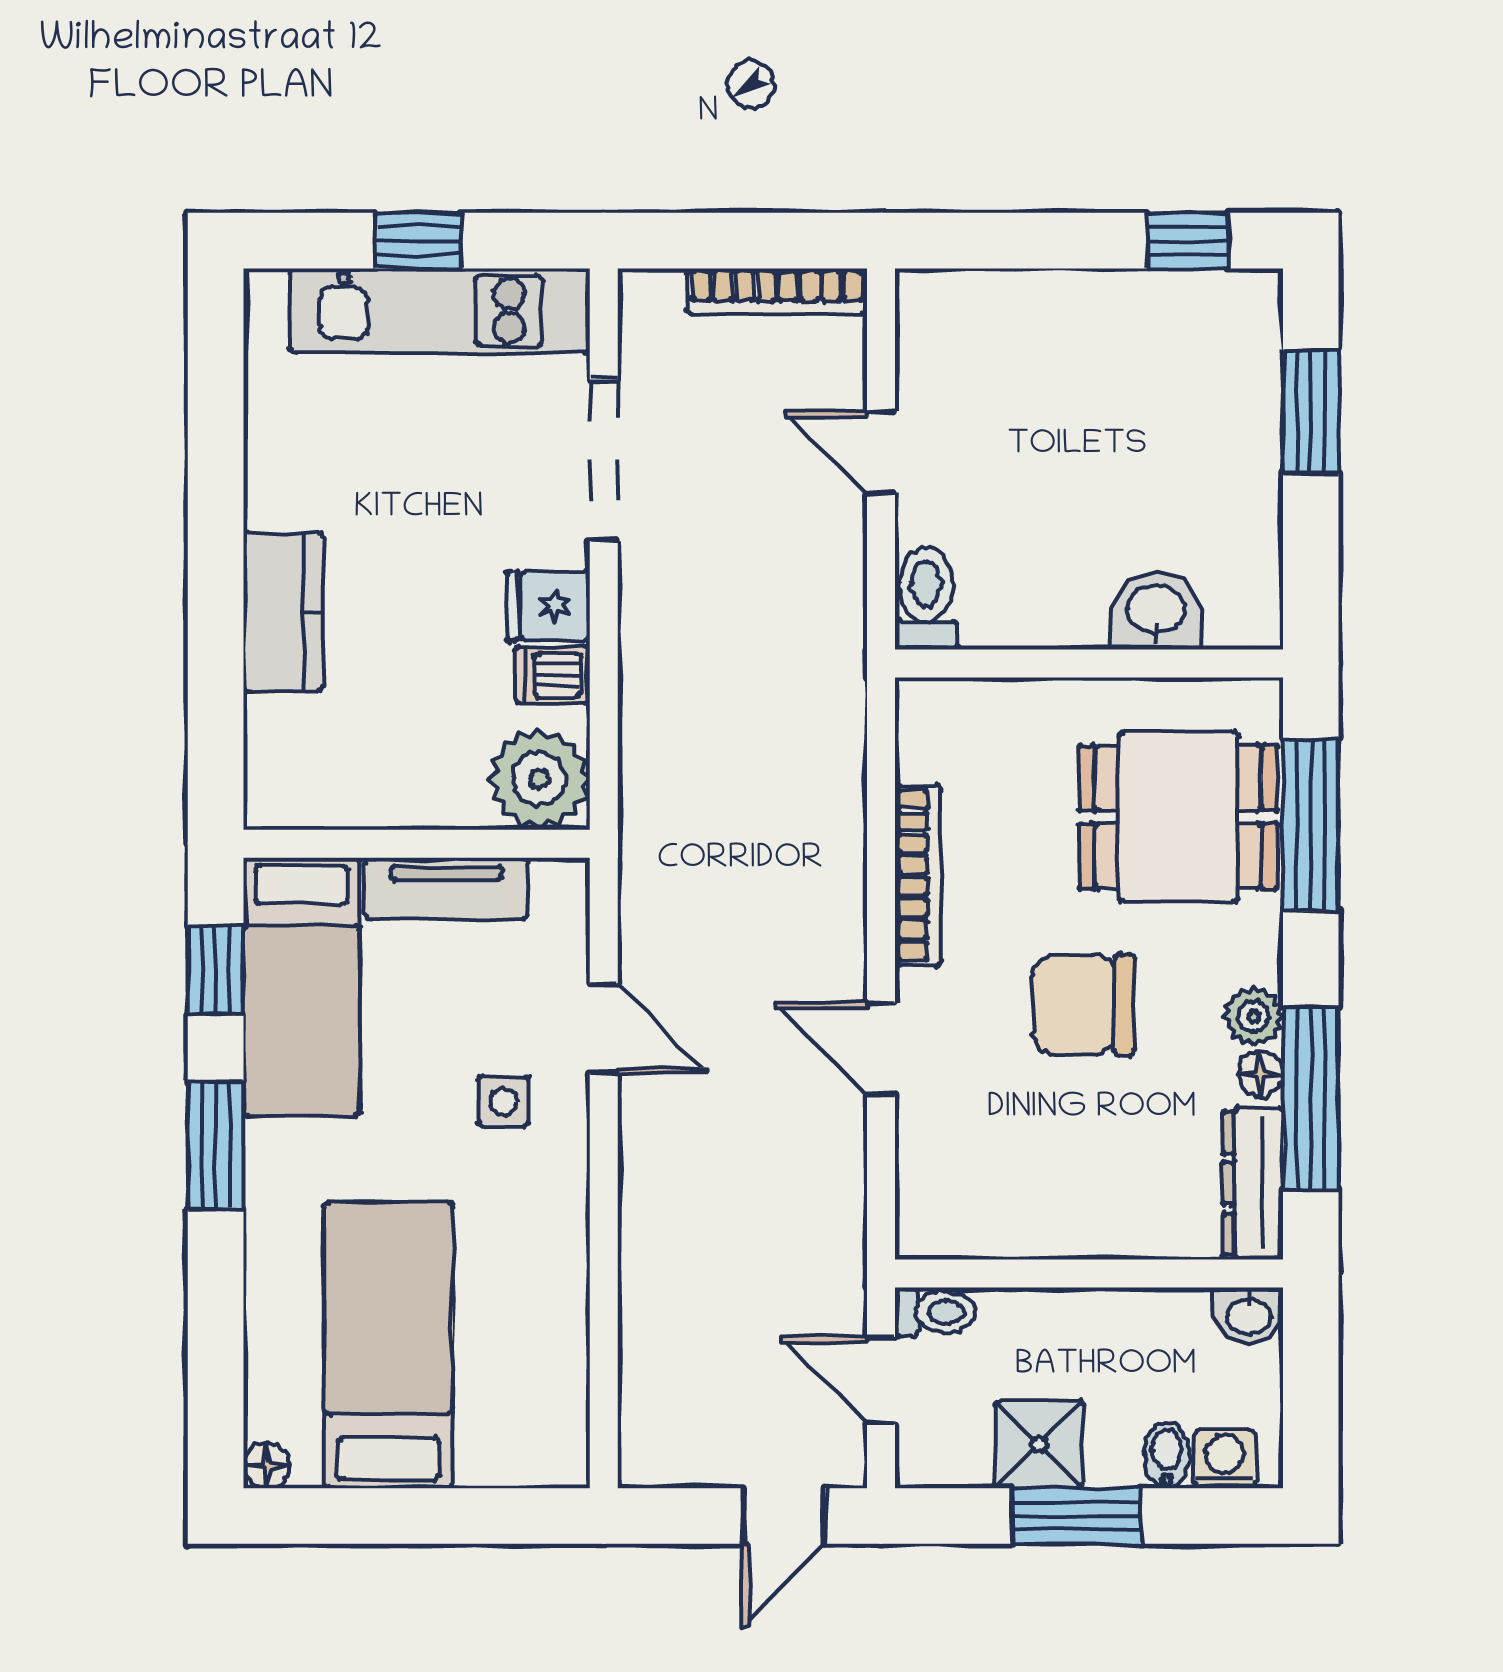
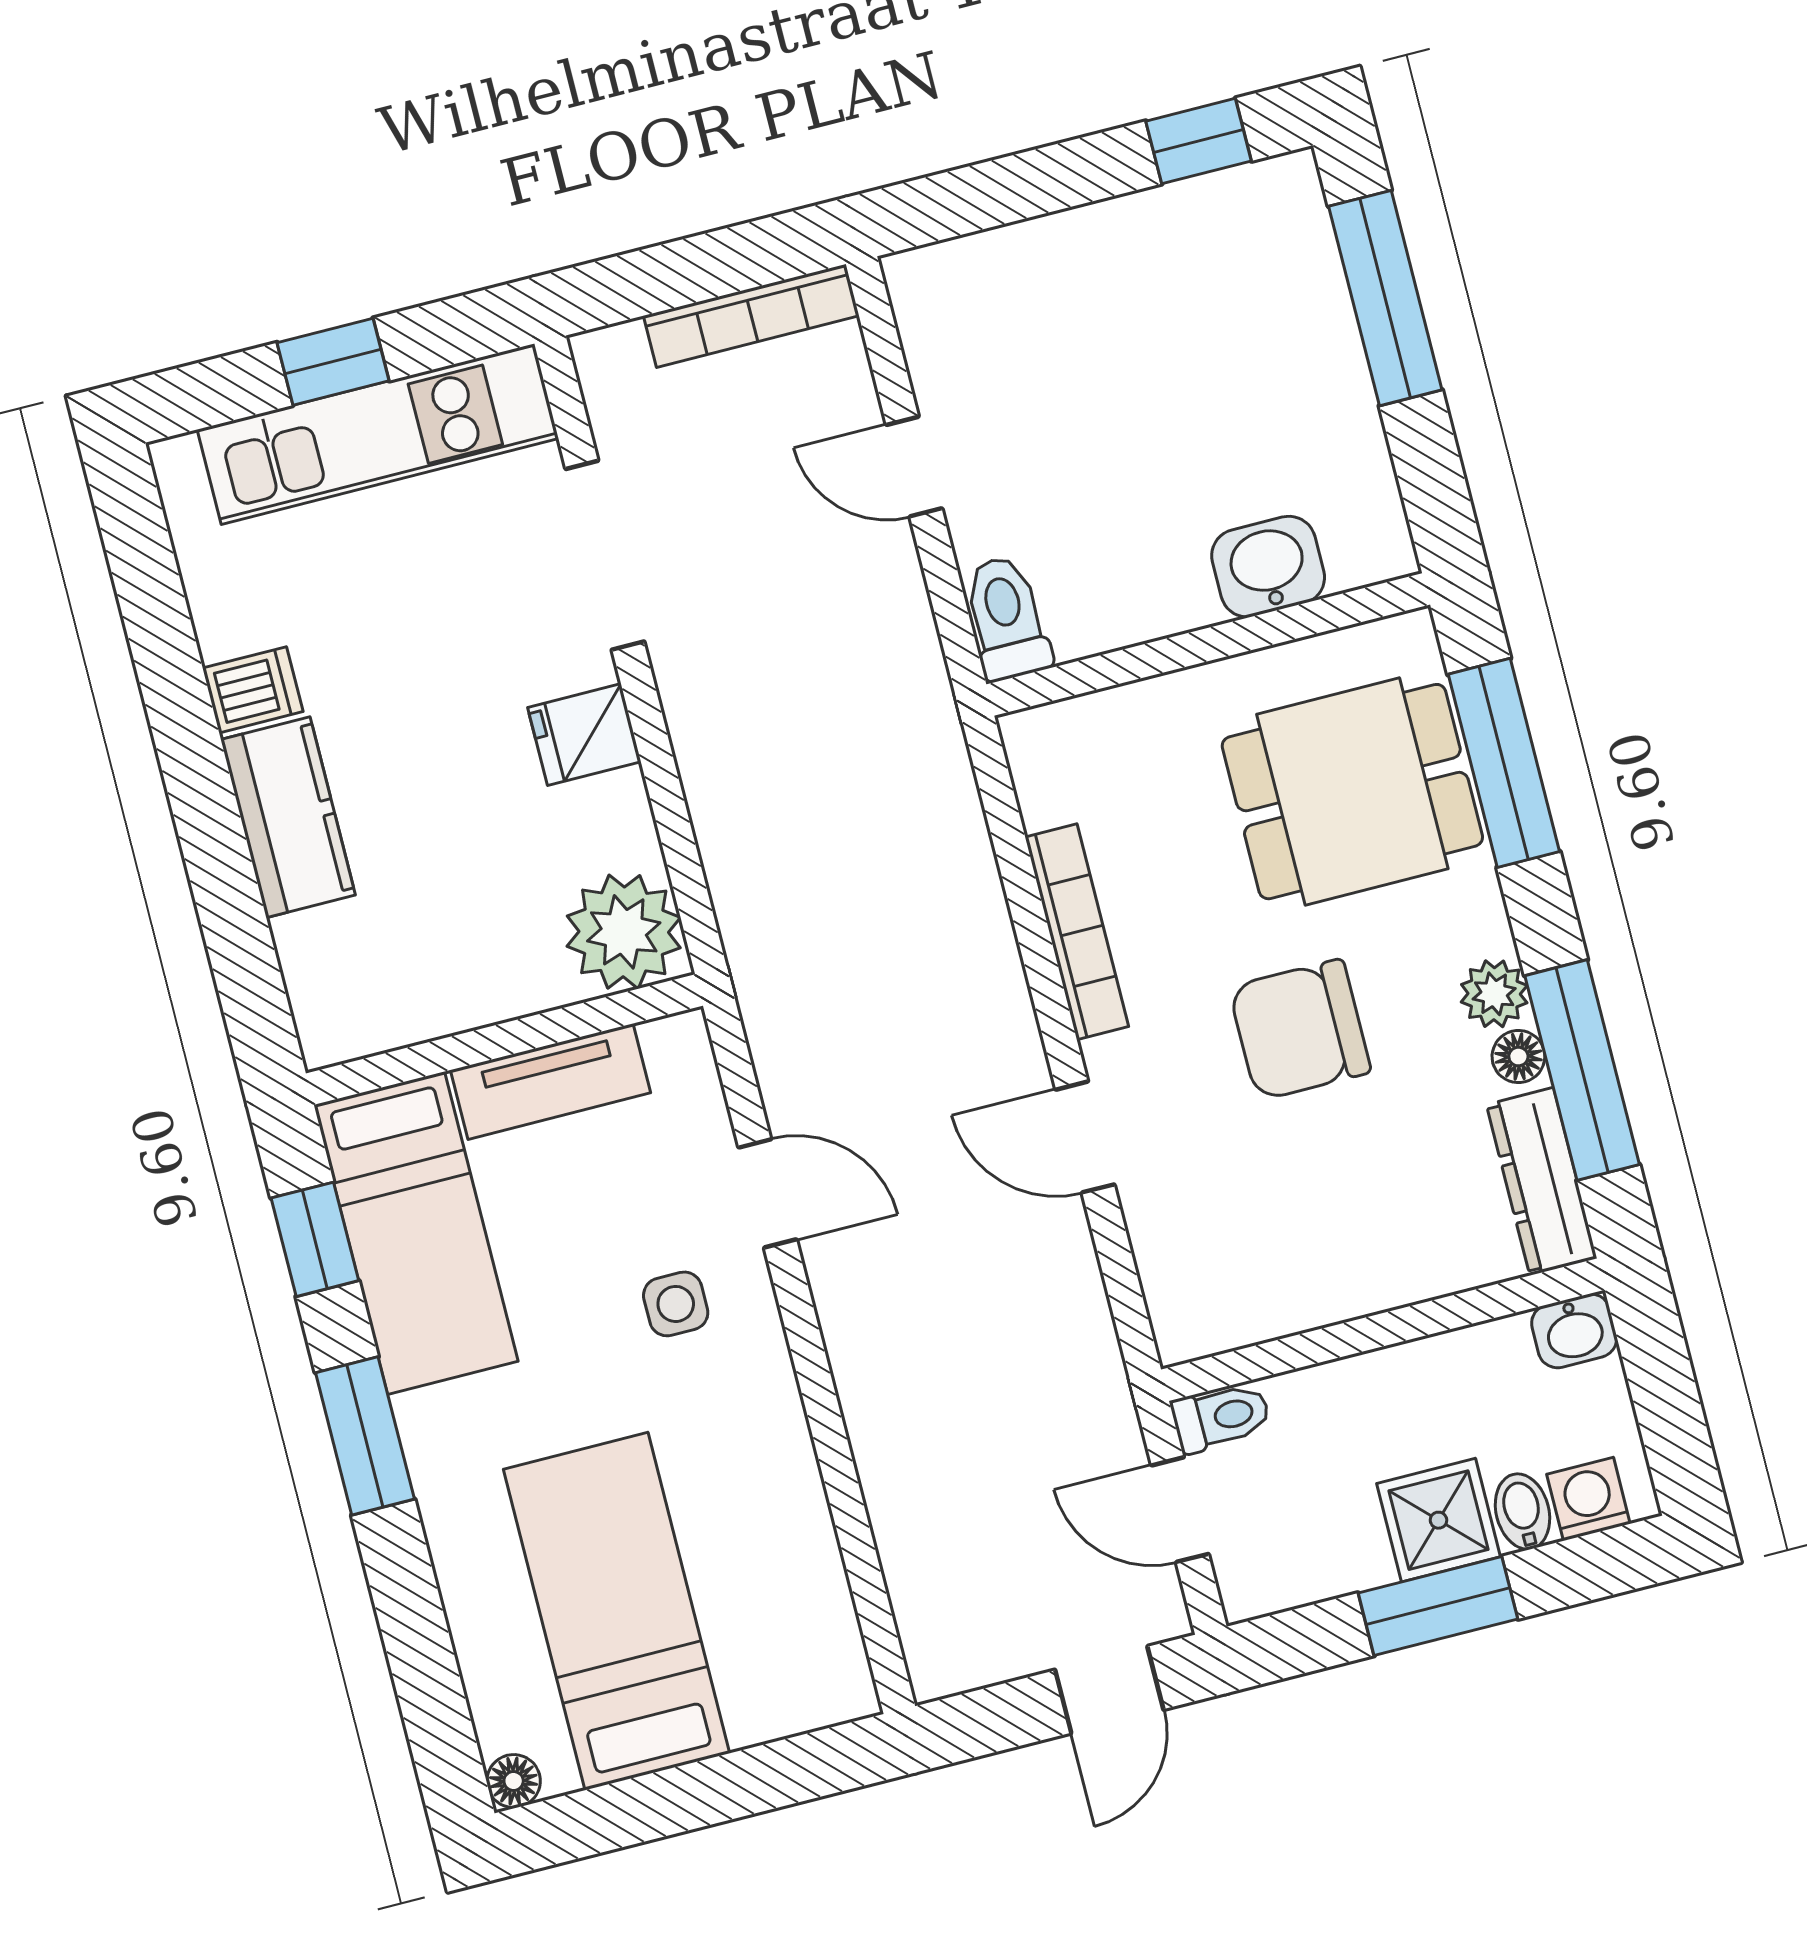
window: (1311, 412) -> (1385, 298), width x1.44
dishwasher: (553, 675) -> (253, 690), moved, turned 180
shower: (1039, 1444) -> (1438, 1520), moved

